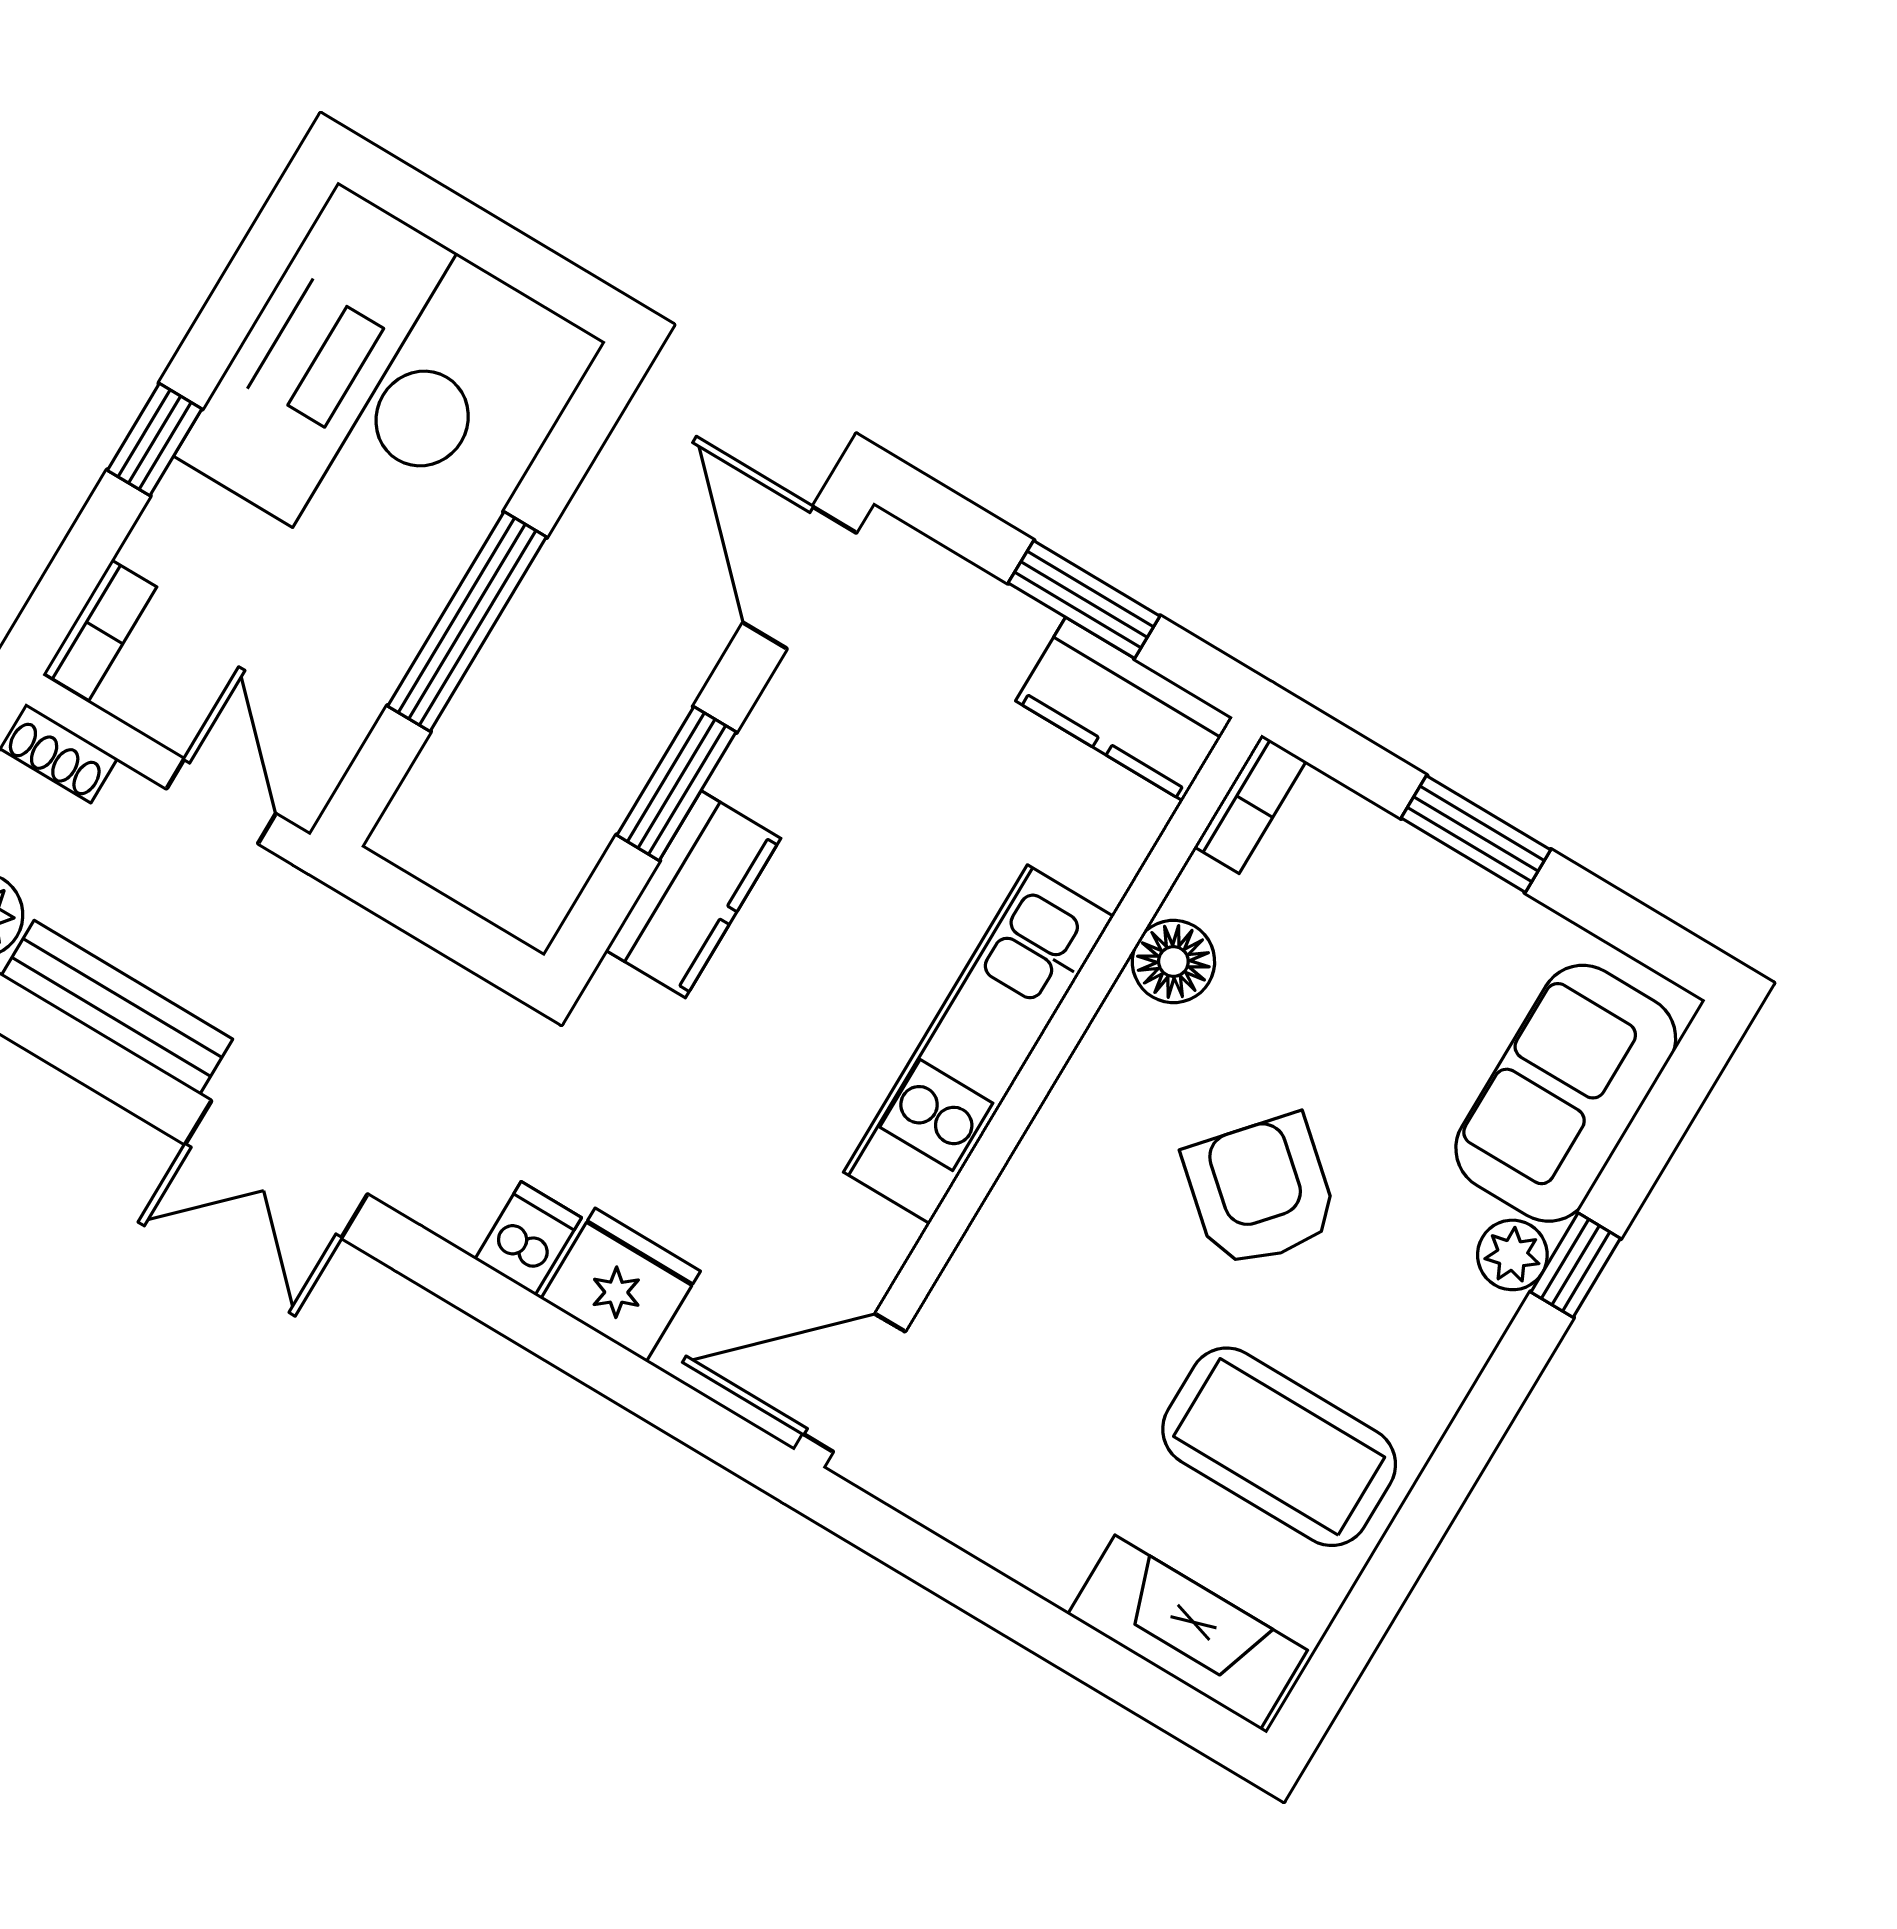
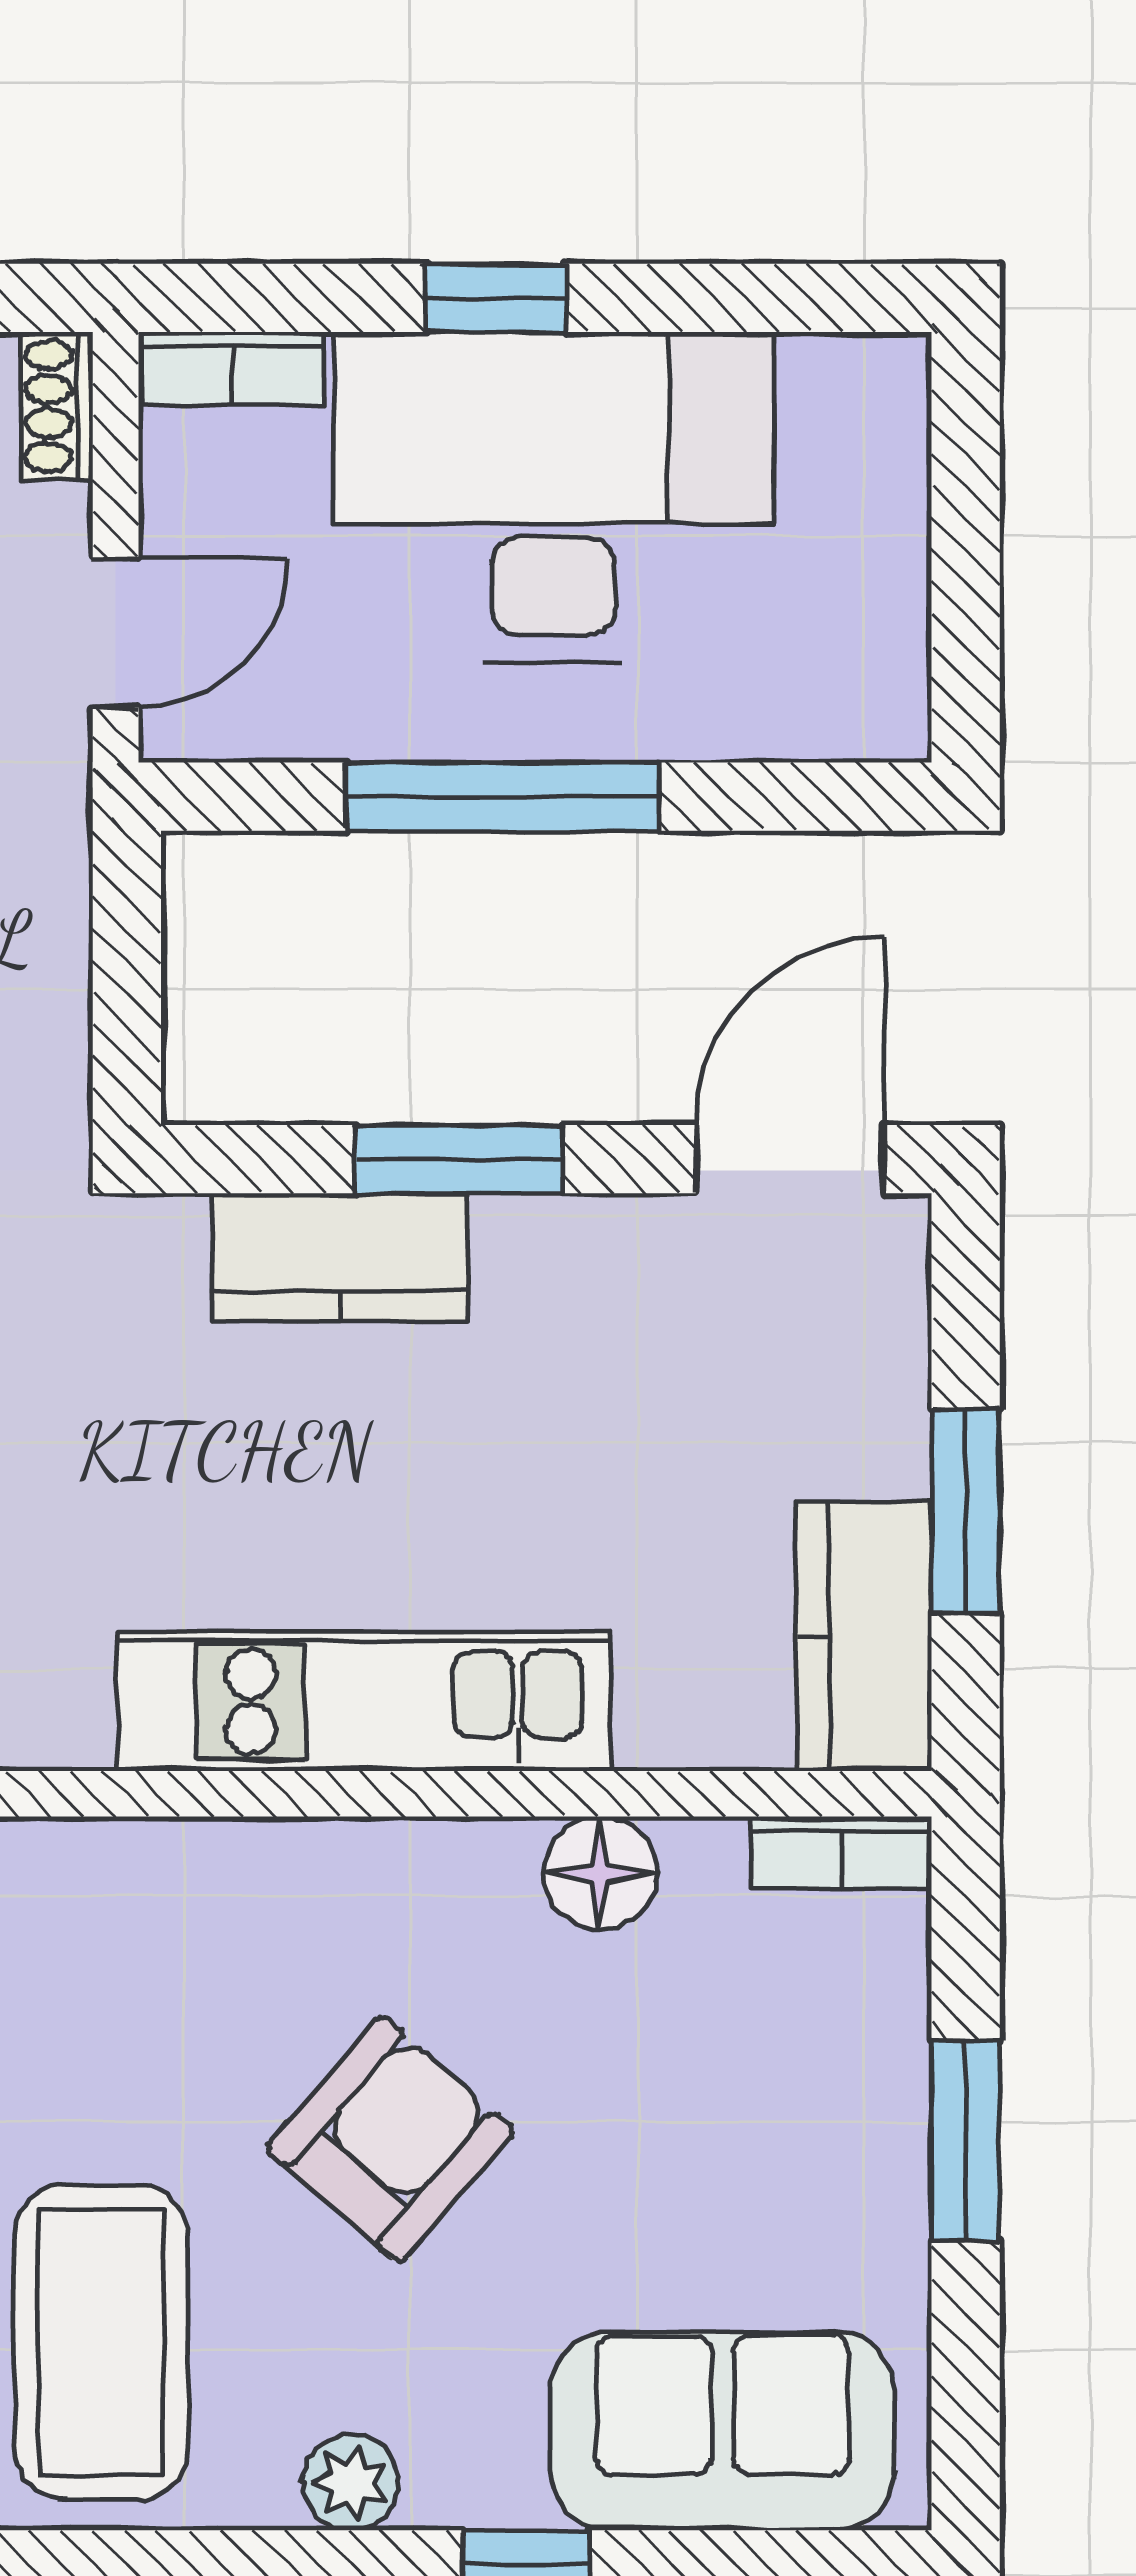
desk: (358, 380) -> (553, 497), moved
plant: (1512, 1255) -> (350, 2482), moved

